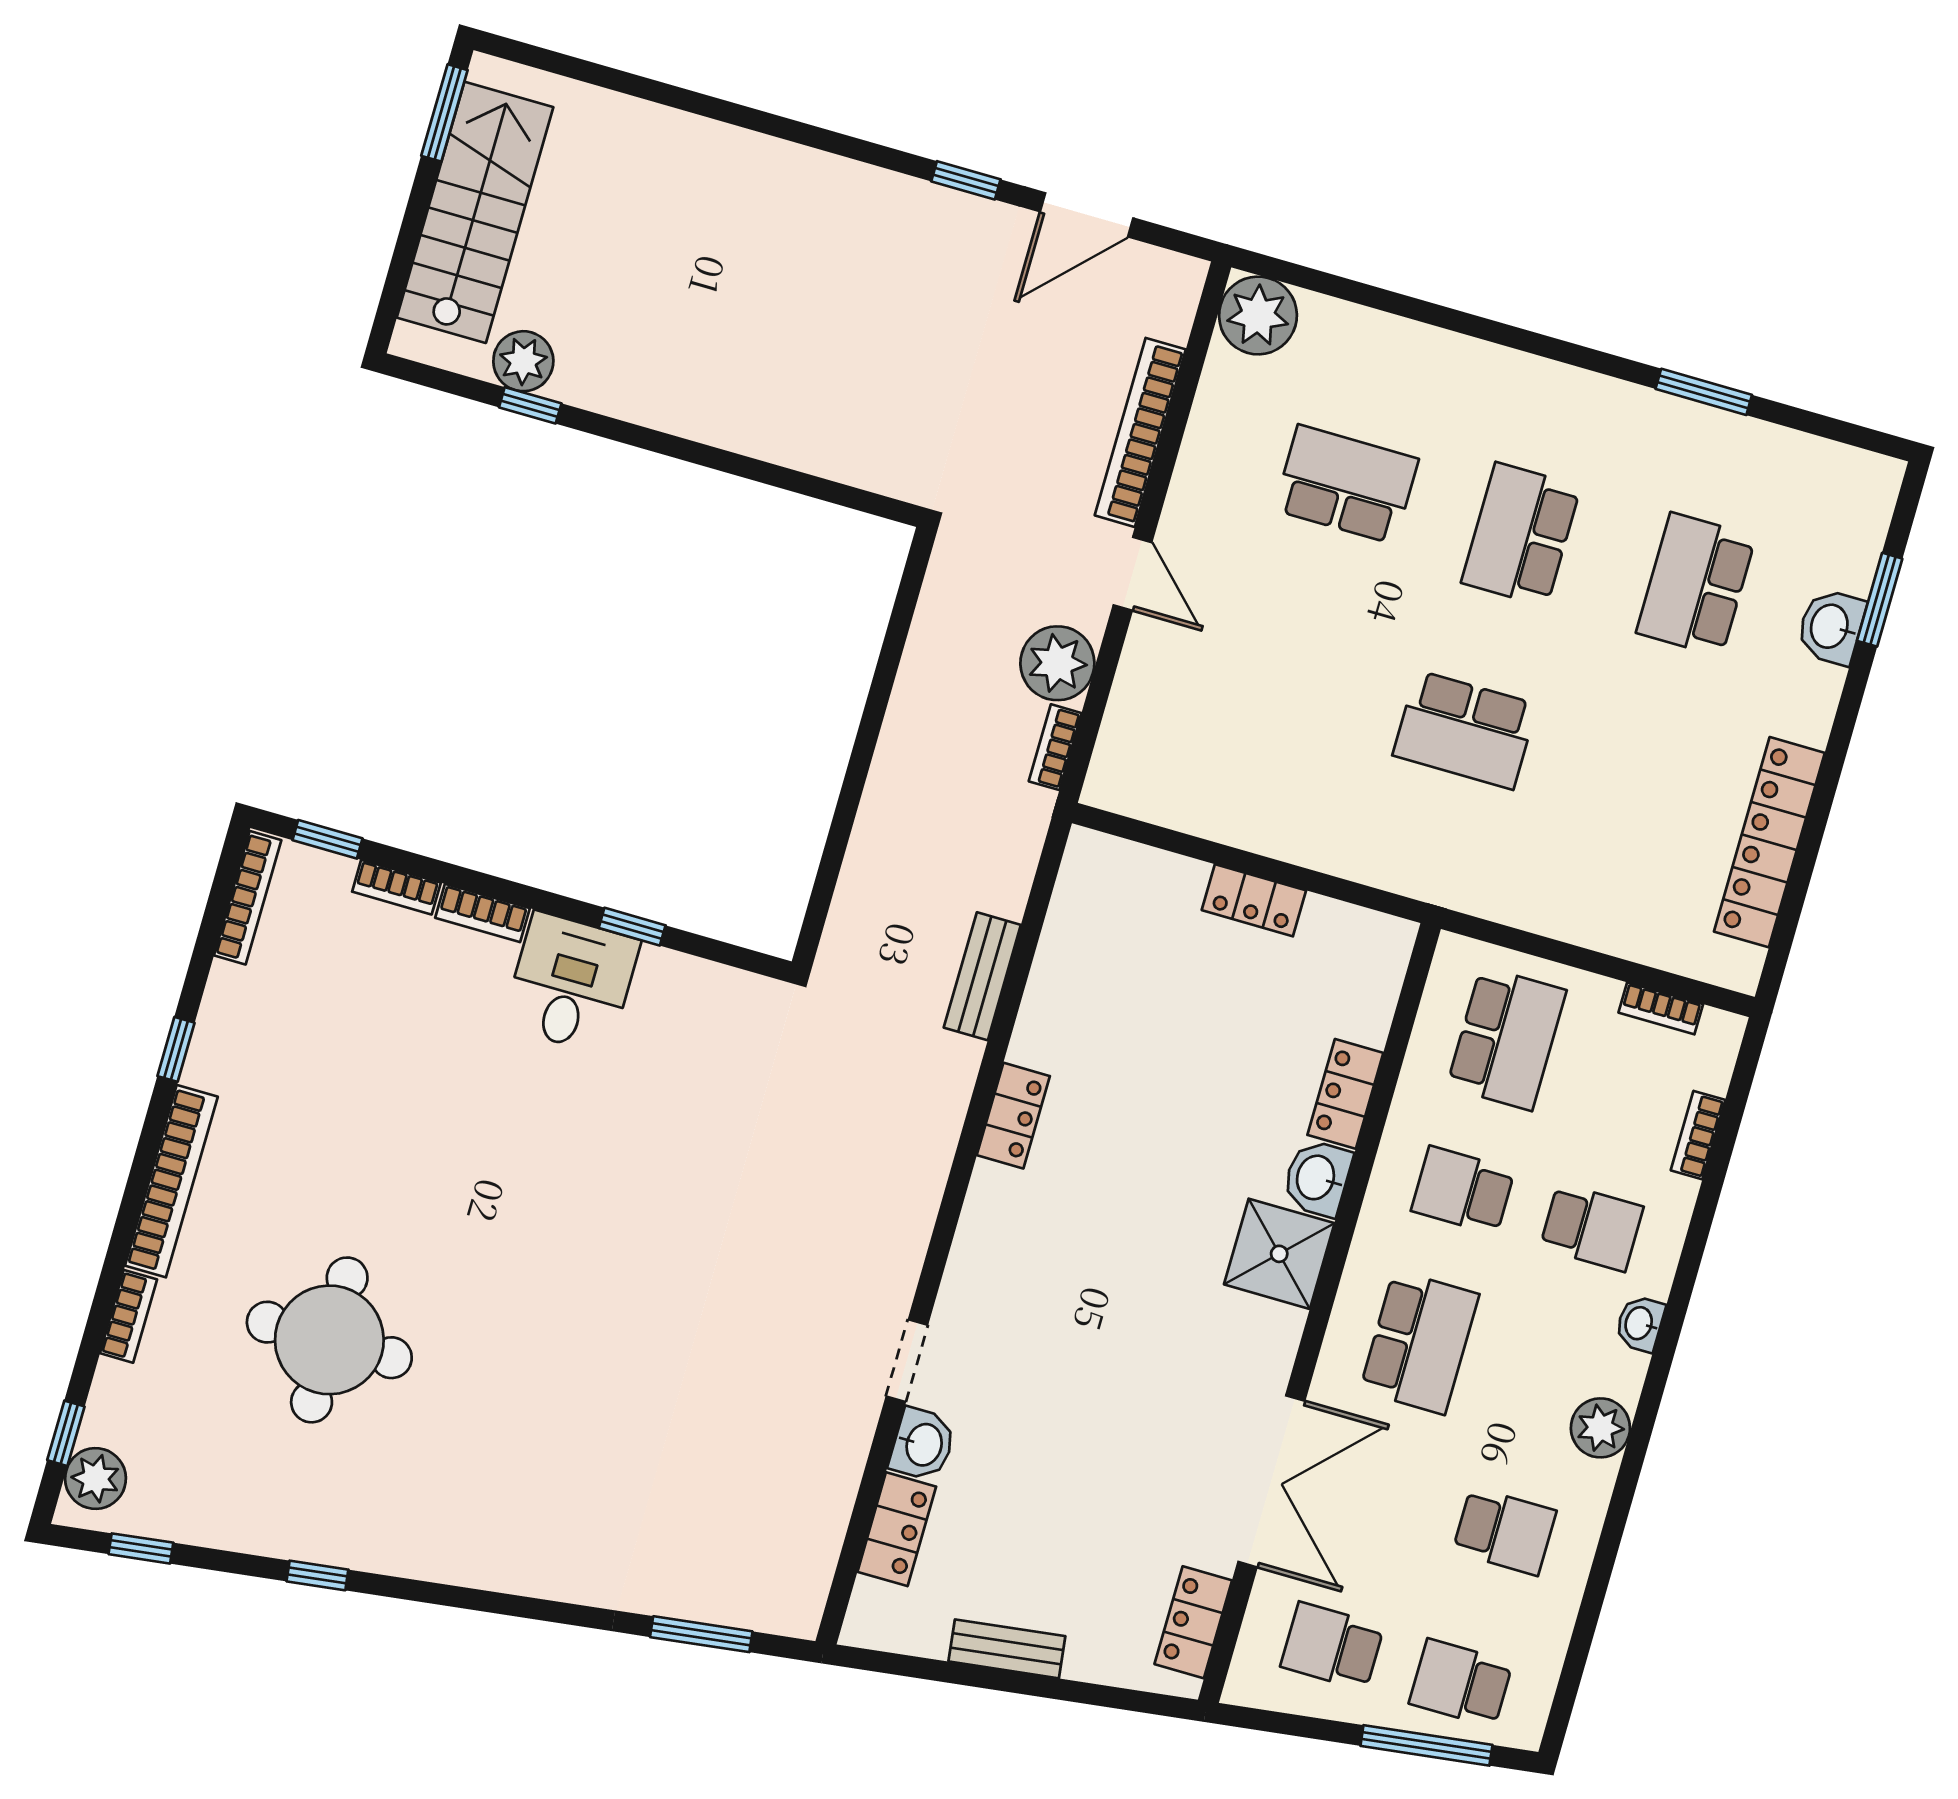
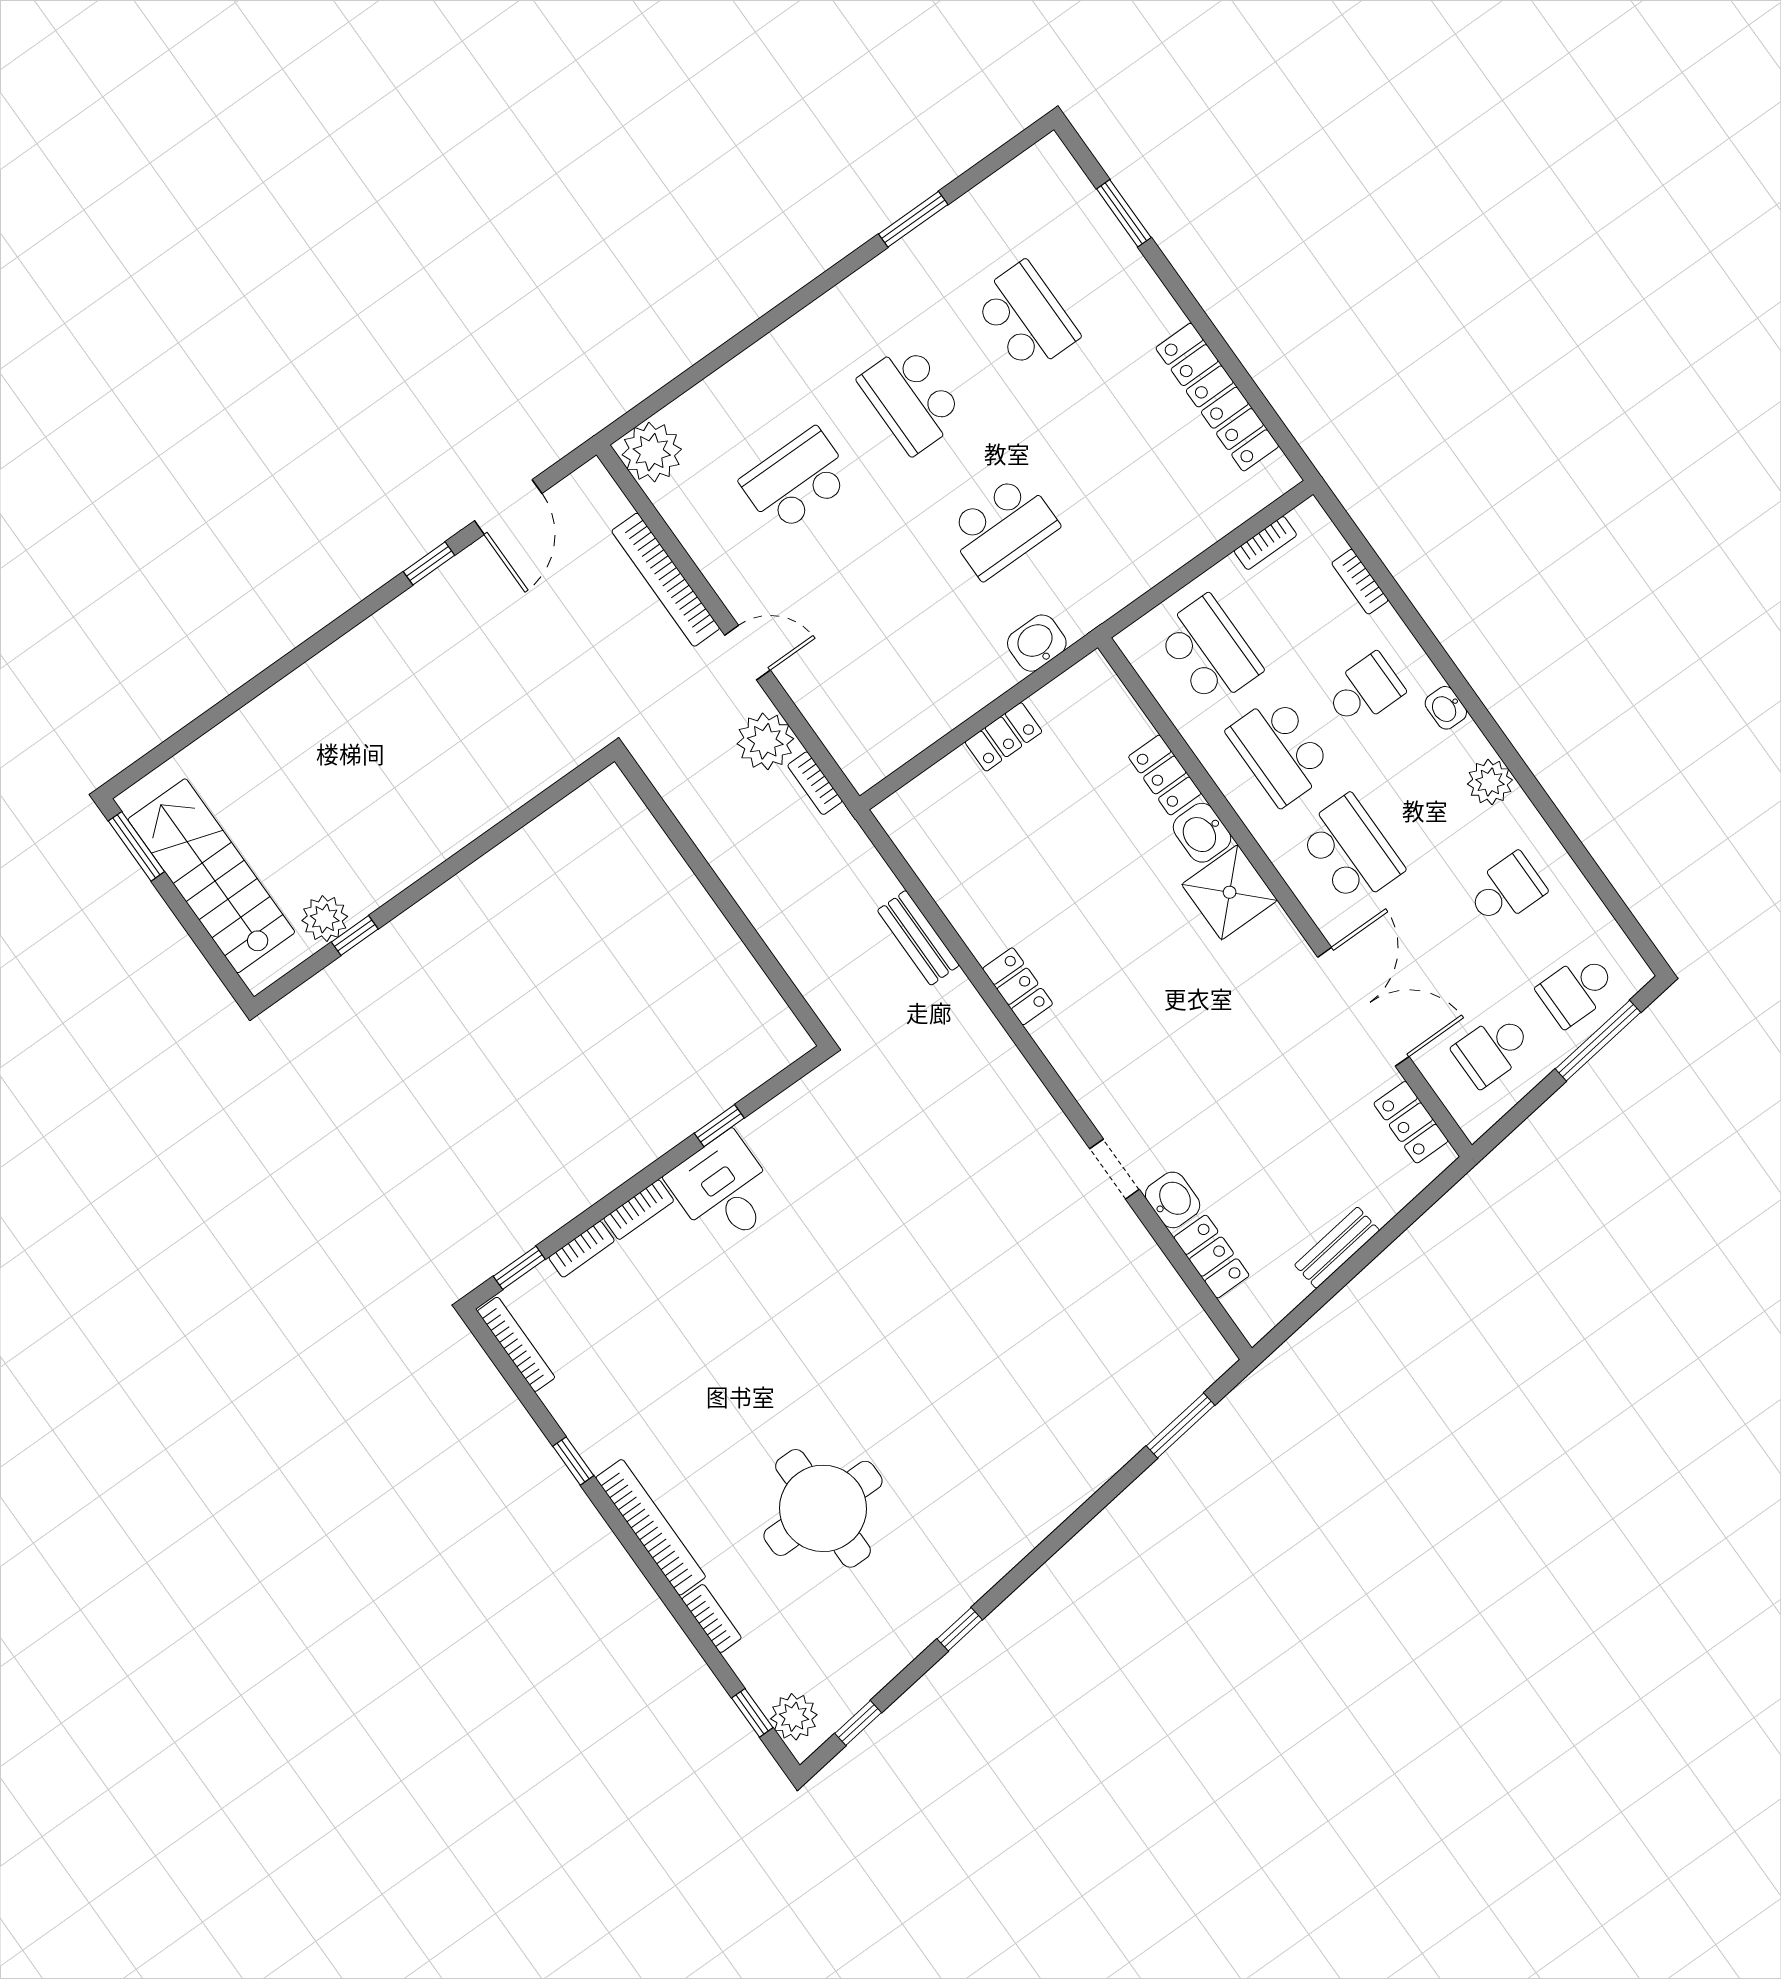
school desk: (1696, 585) -> (1026, 317), turned 180
washbasin: (1831, 627) -> (1037, 643), moved, turned 90
school desk: (1463, 1190) -> (1280, 750), width x1.85

